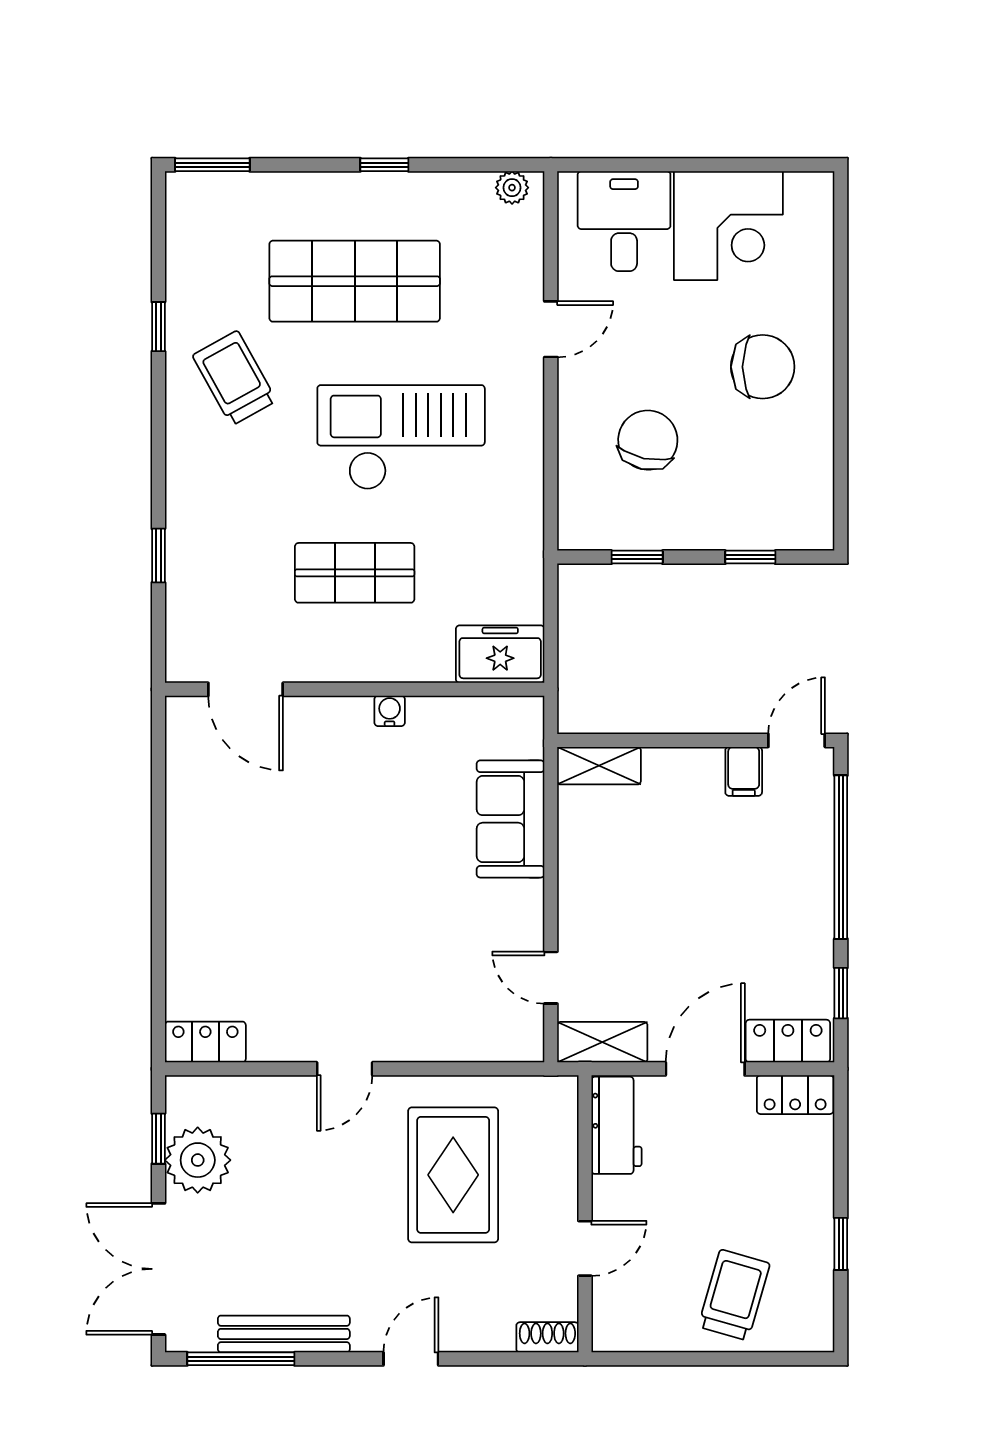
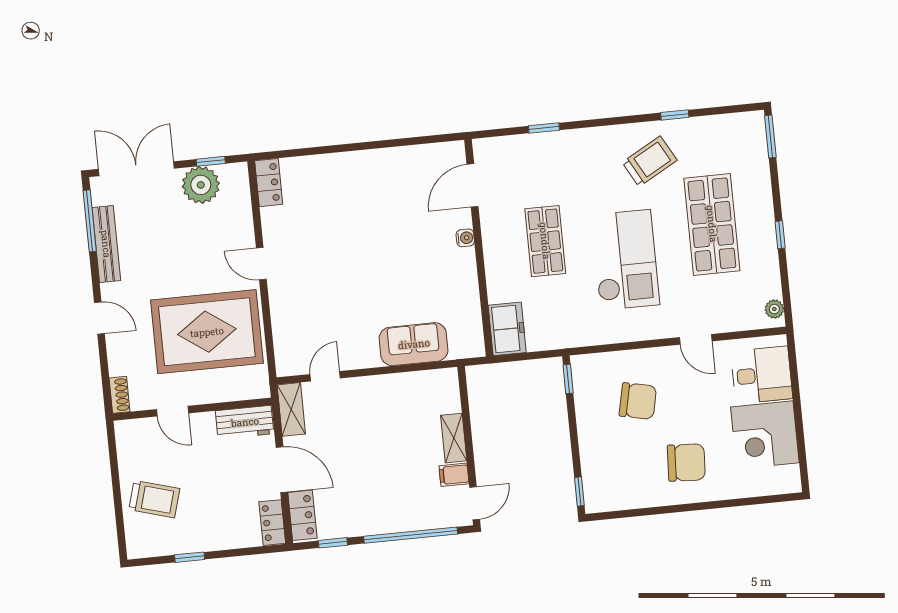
chair: (763, 367) -> (686, 462), turned -87
window: (637, 557) -> (568, 379), moved
window: (750, 557) -> (579, 491), moved
water cooler: (390, 711) -> (465, 238), moved
door: (797, 740) -> (475, 503), hinge flipped
shelving: (599, 766) -> (454, 438), moved
rug: (453, 1175) -> (207, 332), width x1.37, depth x1.44

